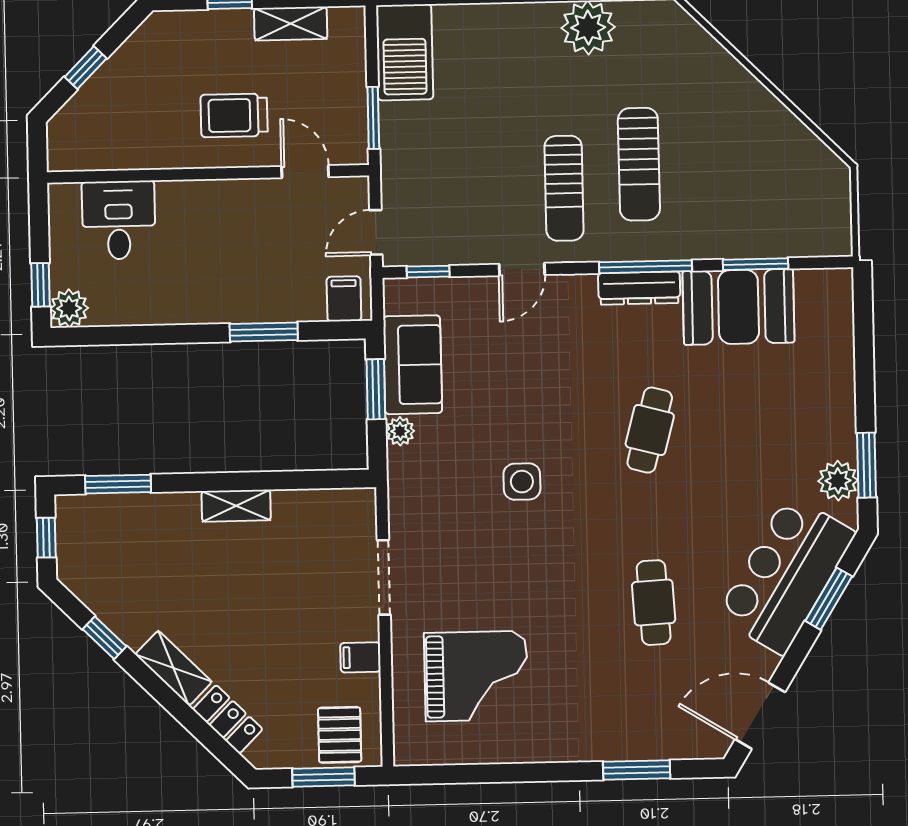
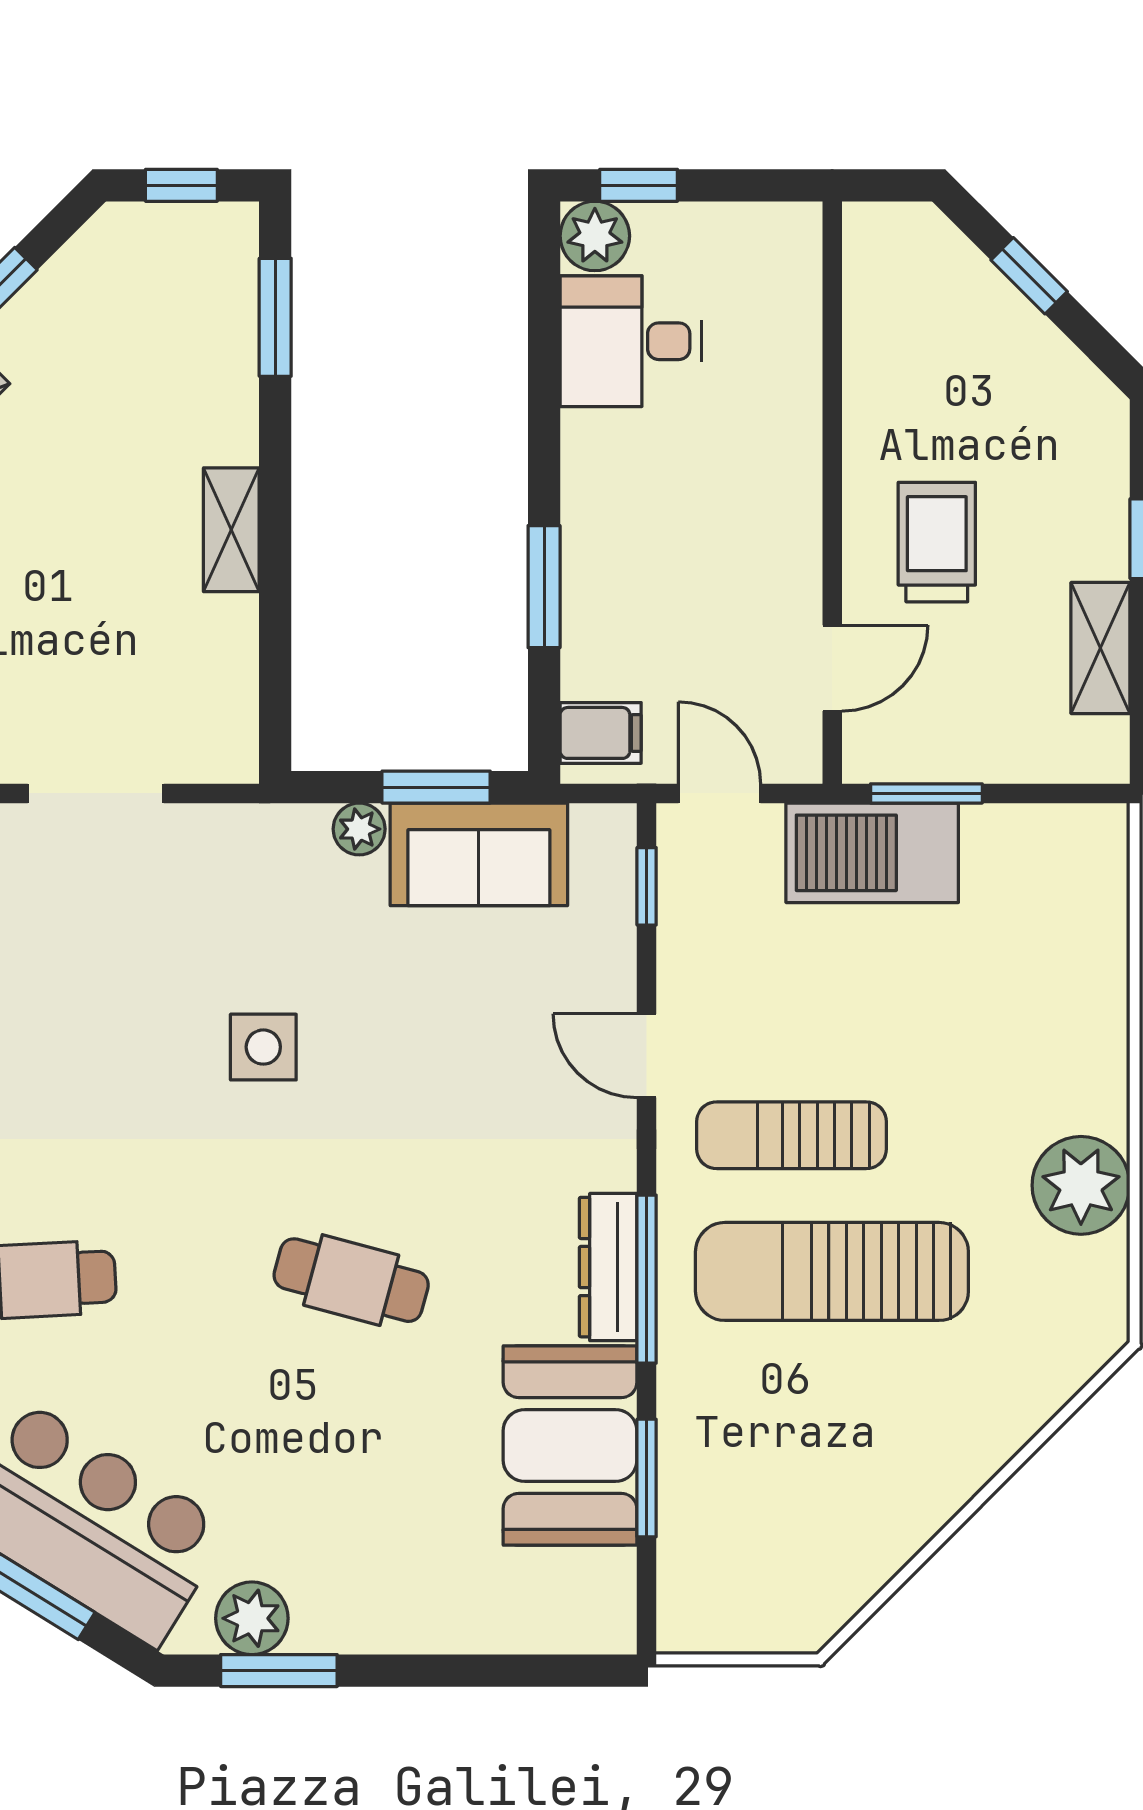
barbecue: (405, 52) -> (872, 853), moved
sun lounger: (639, 164) -> (832, 1271), width x1.36, depth x1.34
desk: (119, 220) -> (631, 341), moved, turned 180

